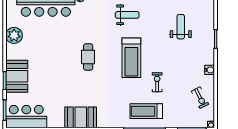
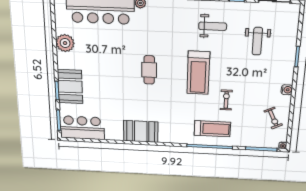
weight bench: (127, 15) -> (213, 26), moved
weight bench: (181, 27) -> (257, 41), turned 180
treadmill: (146, 111) -> (212, 129), turned 180

